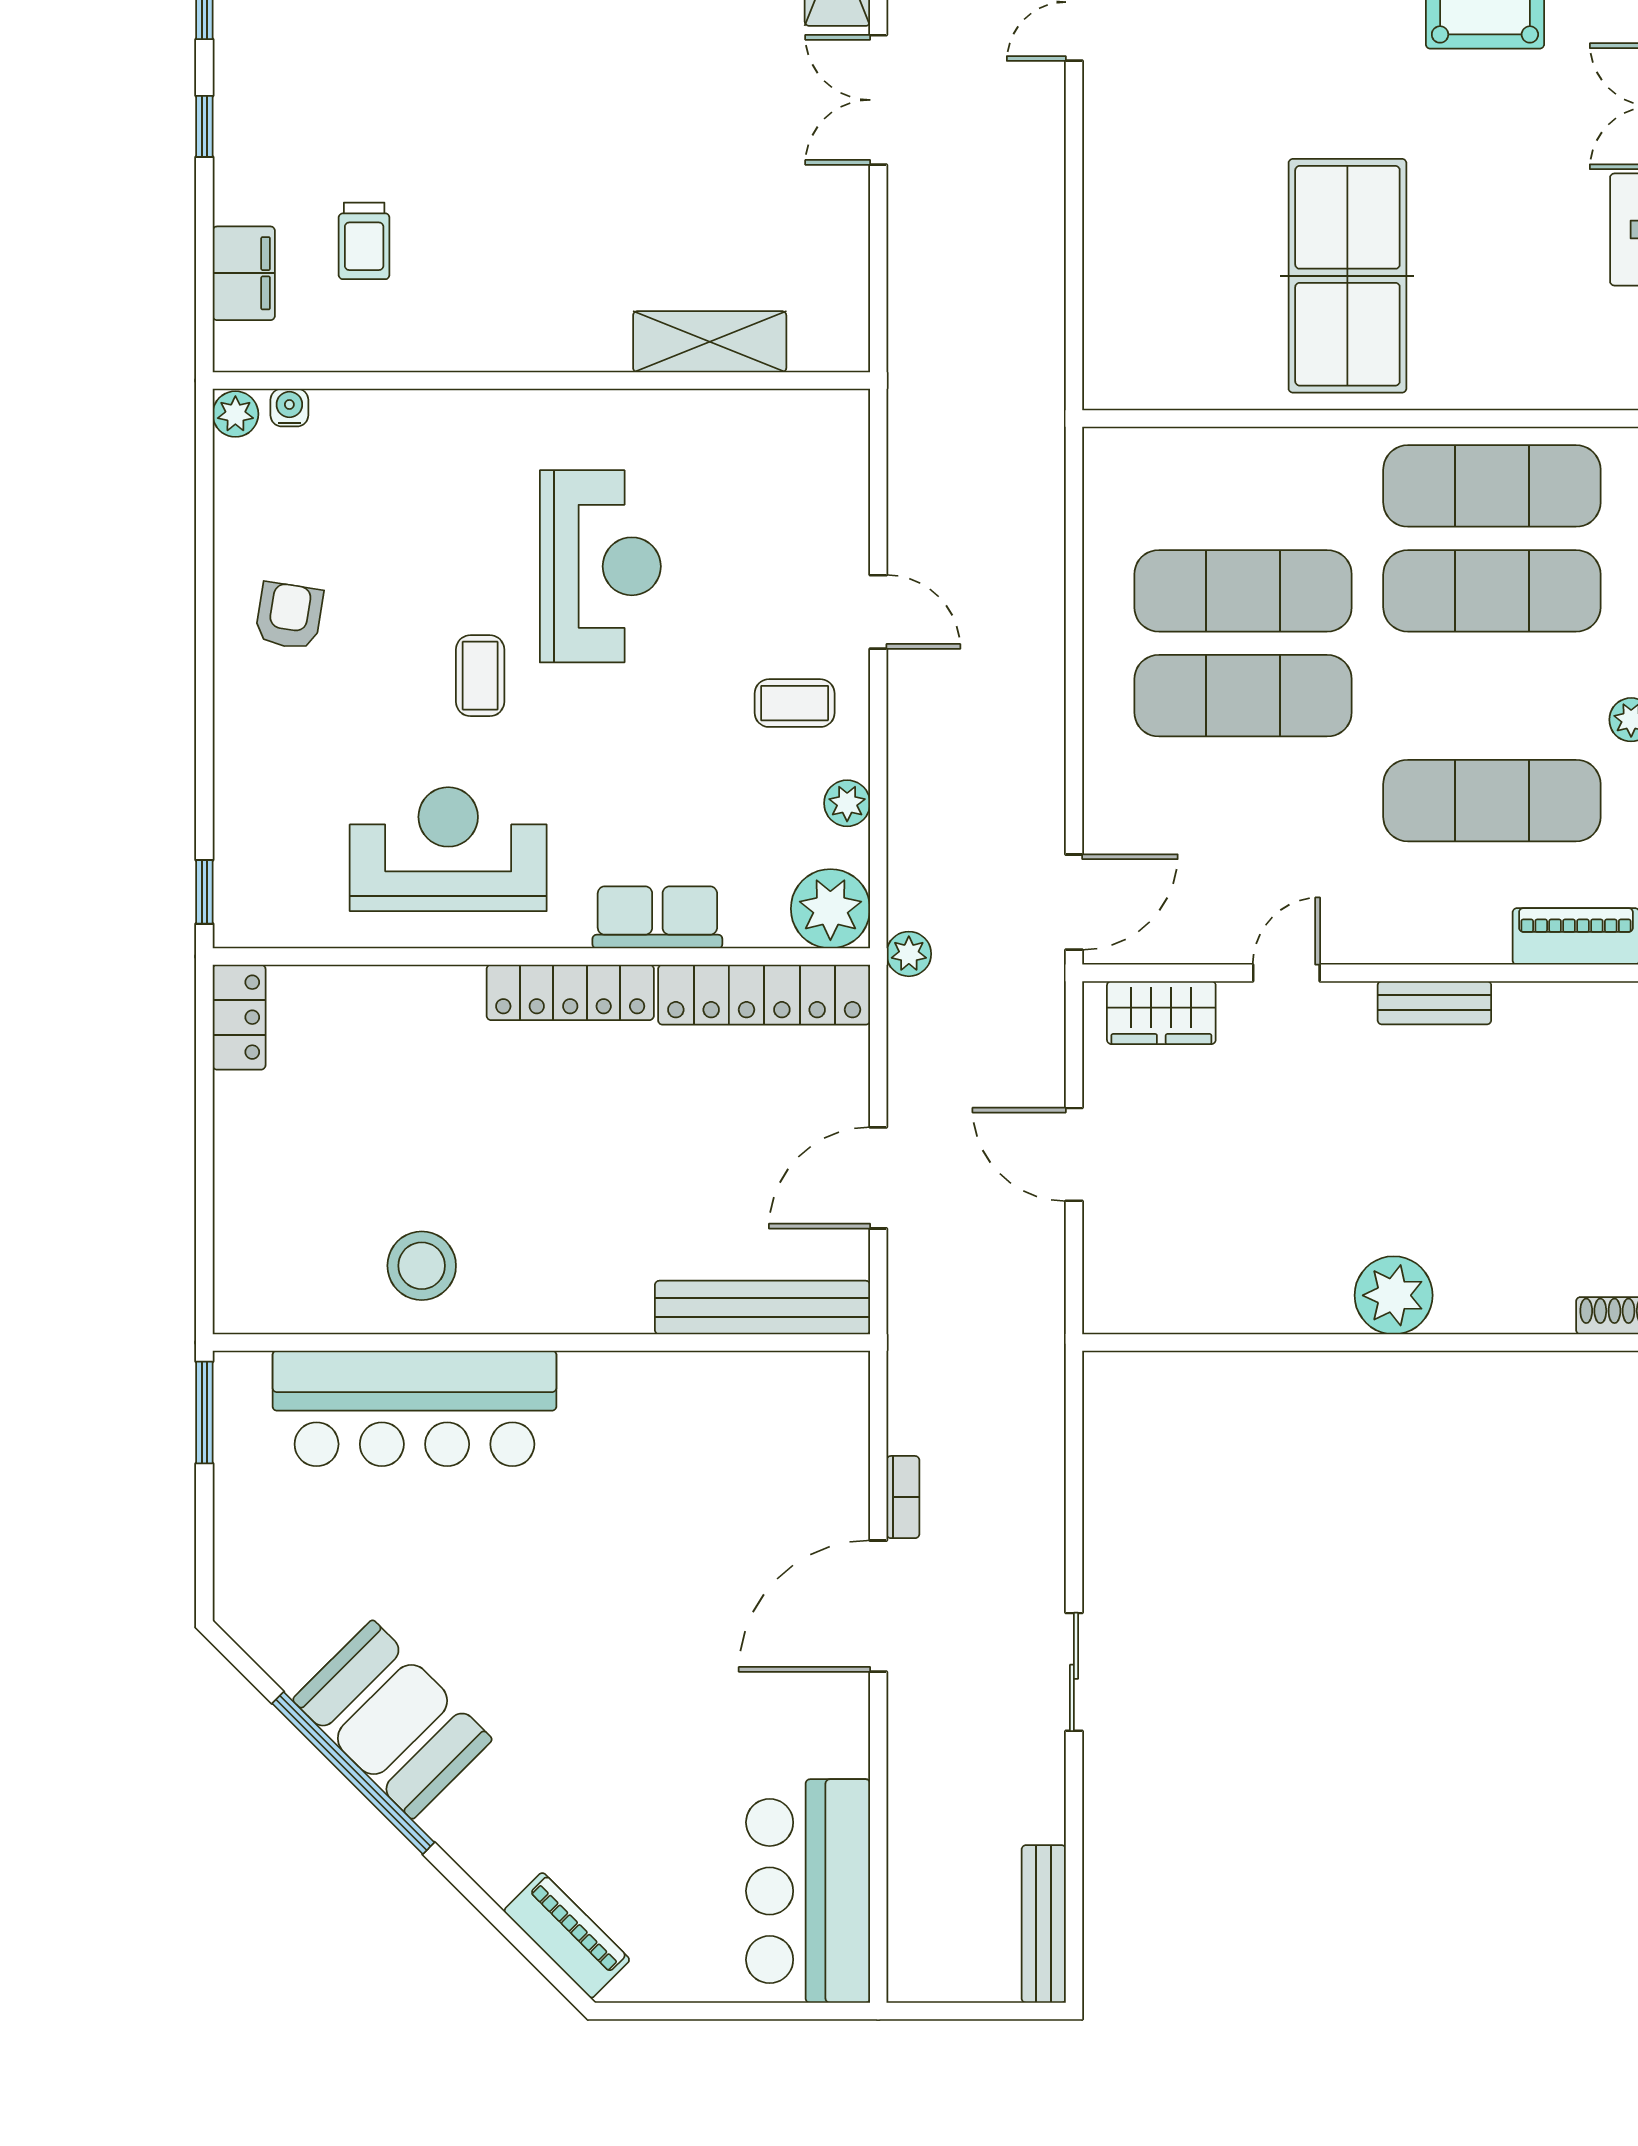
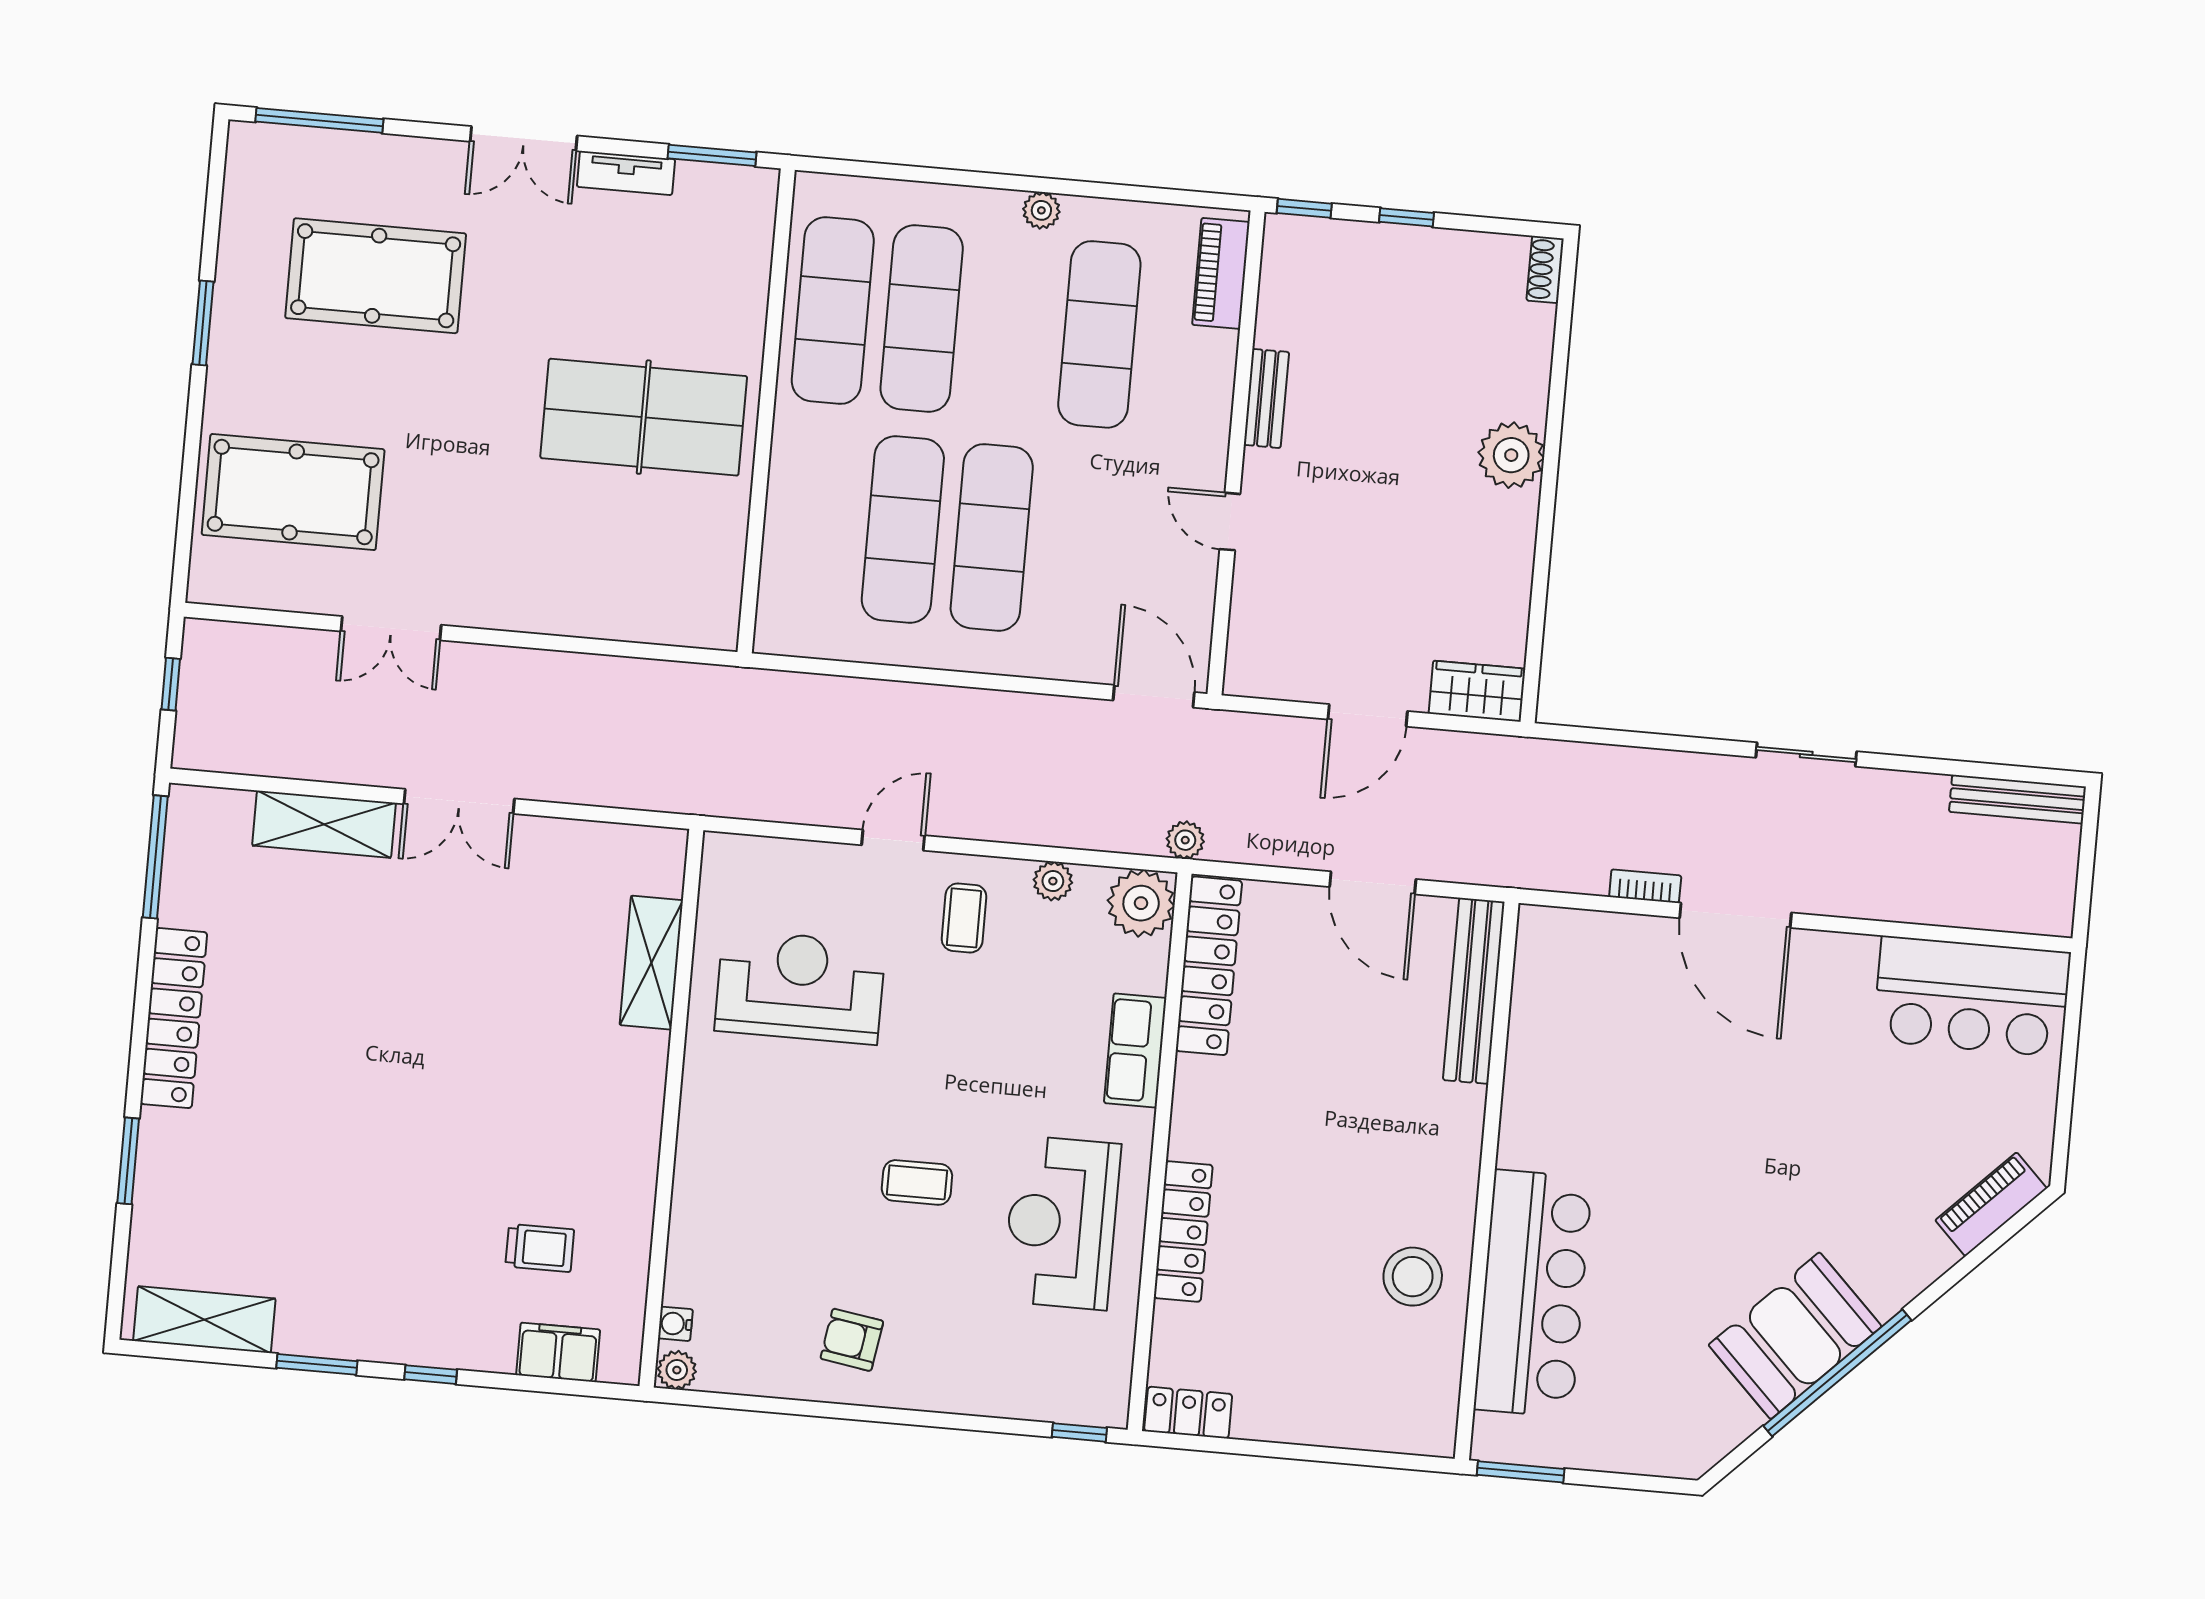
reception desk: (600, 566) -> (800, 987), moved
locker: (570, 992) -> (1183, 1231), moved
wardrobe: (1161, 1013) -> (1477, 691), moved, turned -90

